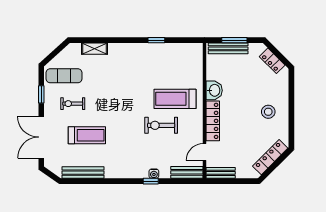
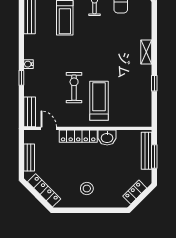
shelving: (95, 49) -> (146, 52), moved
bench: (221, 173) -> (29, 158), moved
water cooler: (154, 174) -> (29, 64), moved

